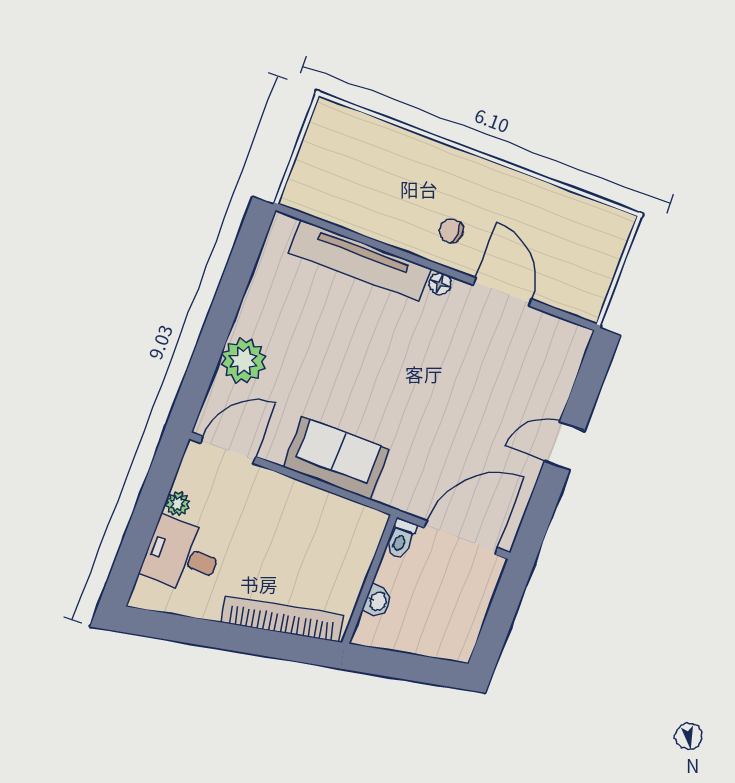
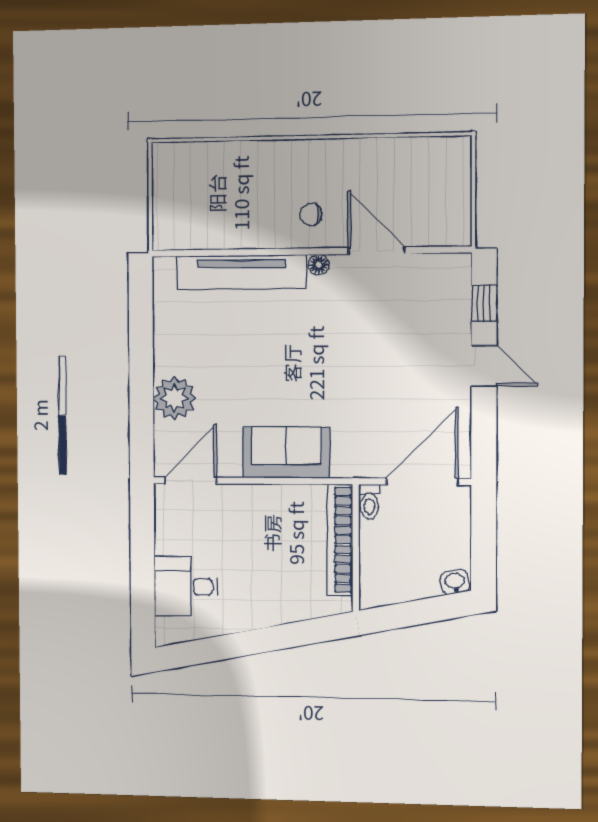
window: (588, 385) -> (484, 303), added
door: (565, 446) -> (484, 366), swing flipped
plant: (178, 504) -> (165, 543), removed
washbasin: (378, 601) -> (455, 582), moved, turned -101
bookcase: (282, 619) -> (340, 540), moved, turned -79

